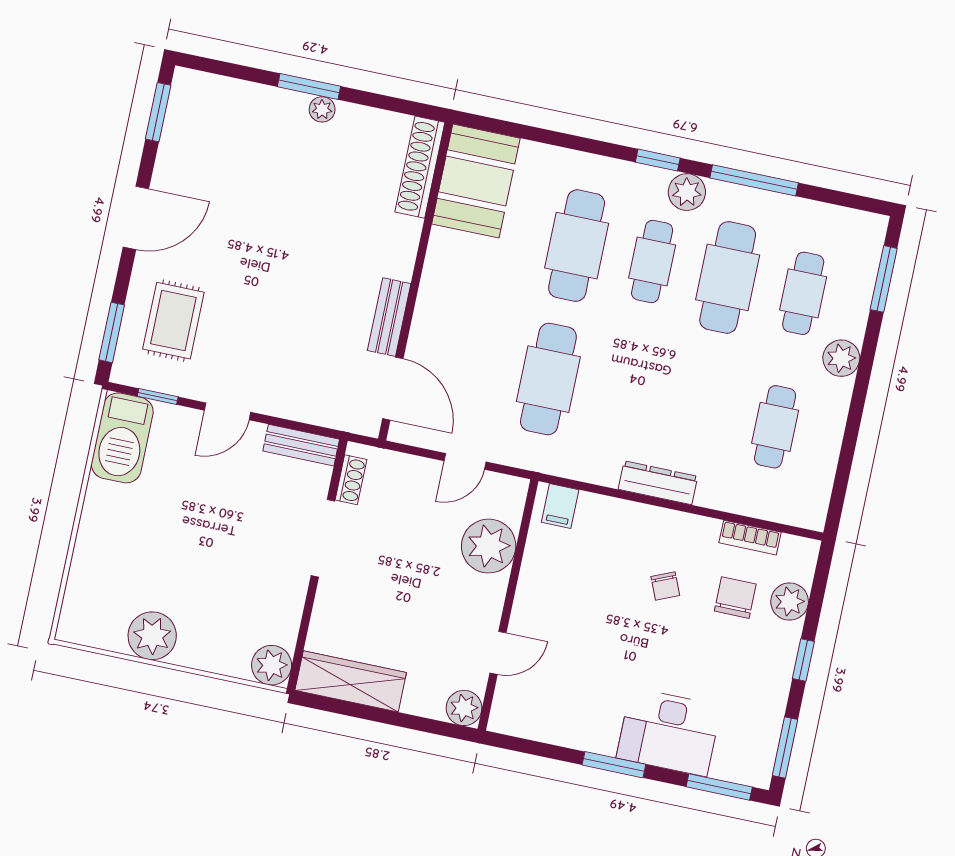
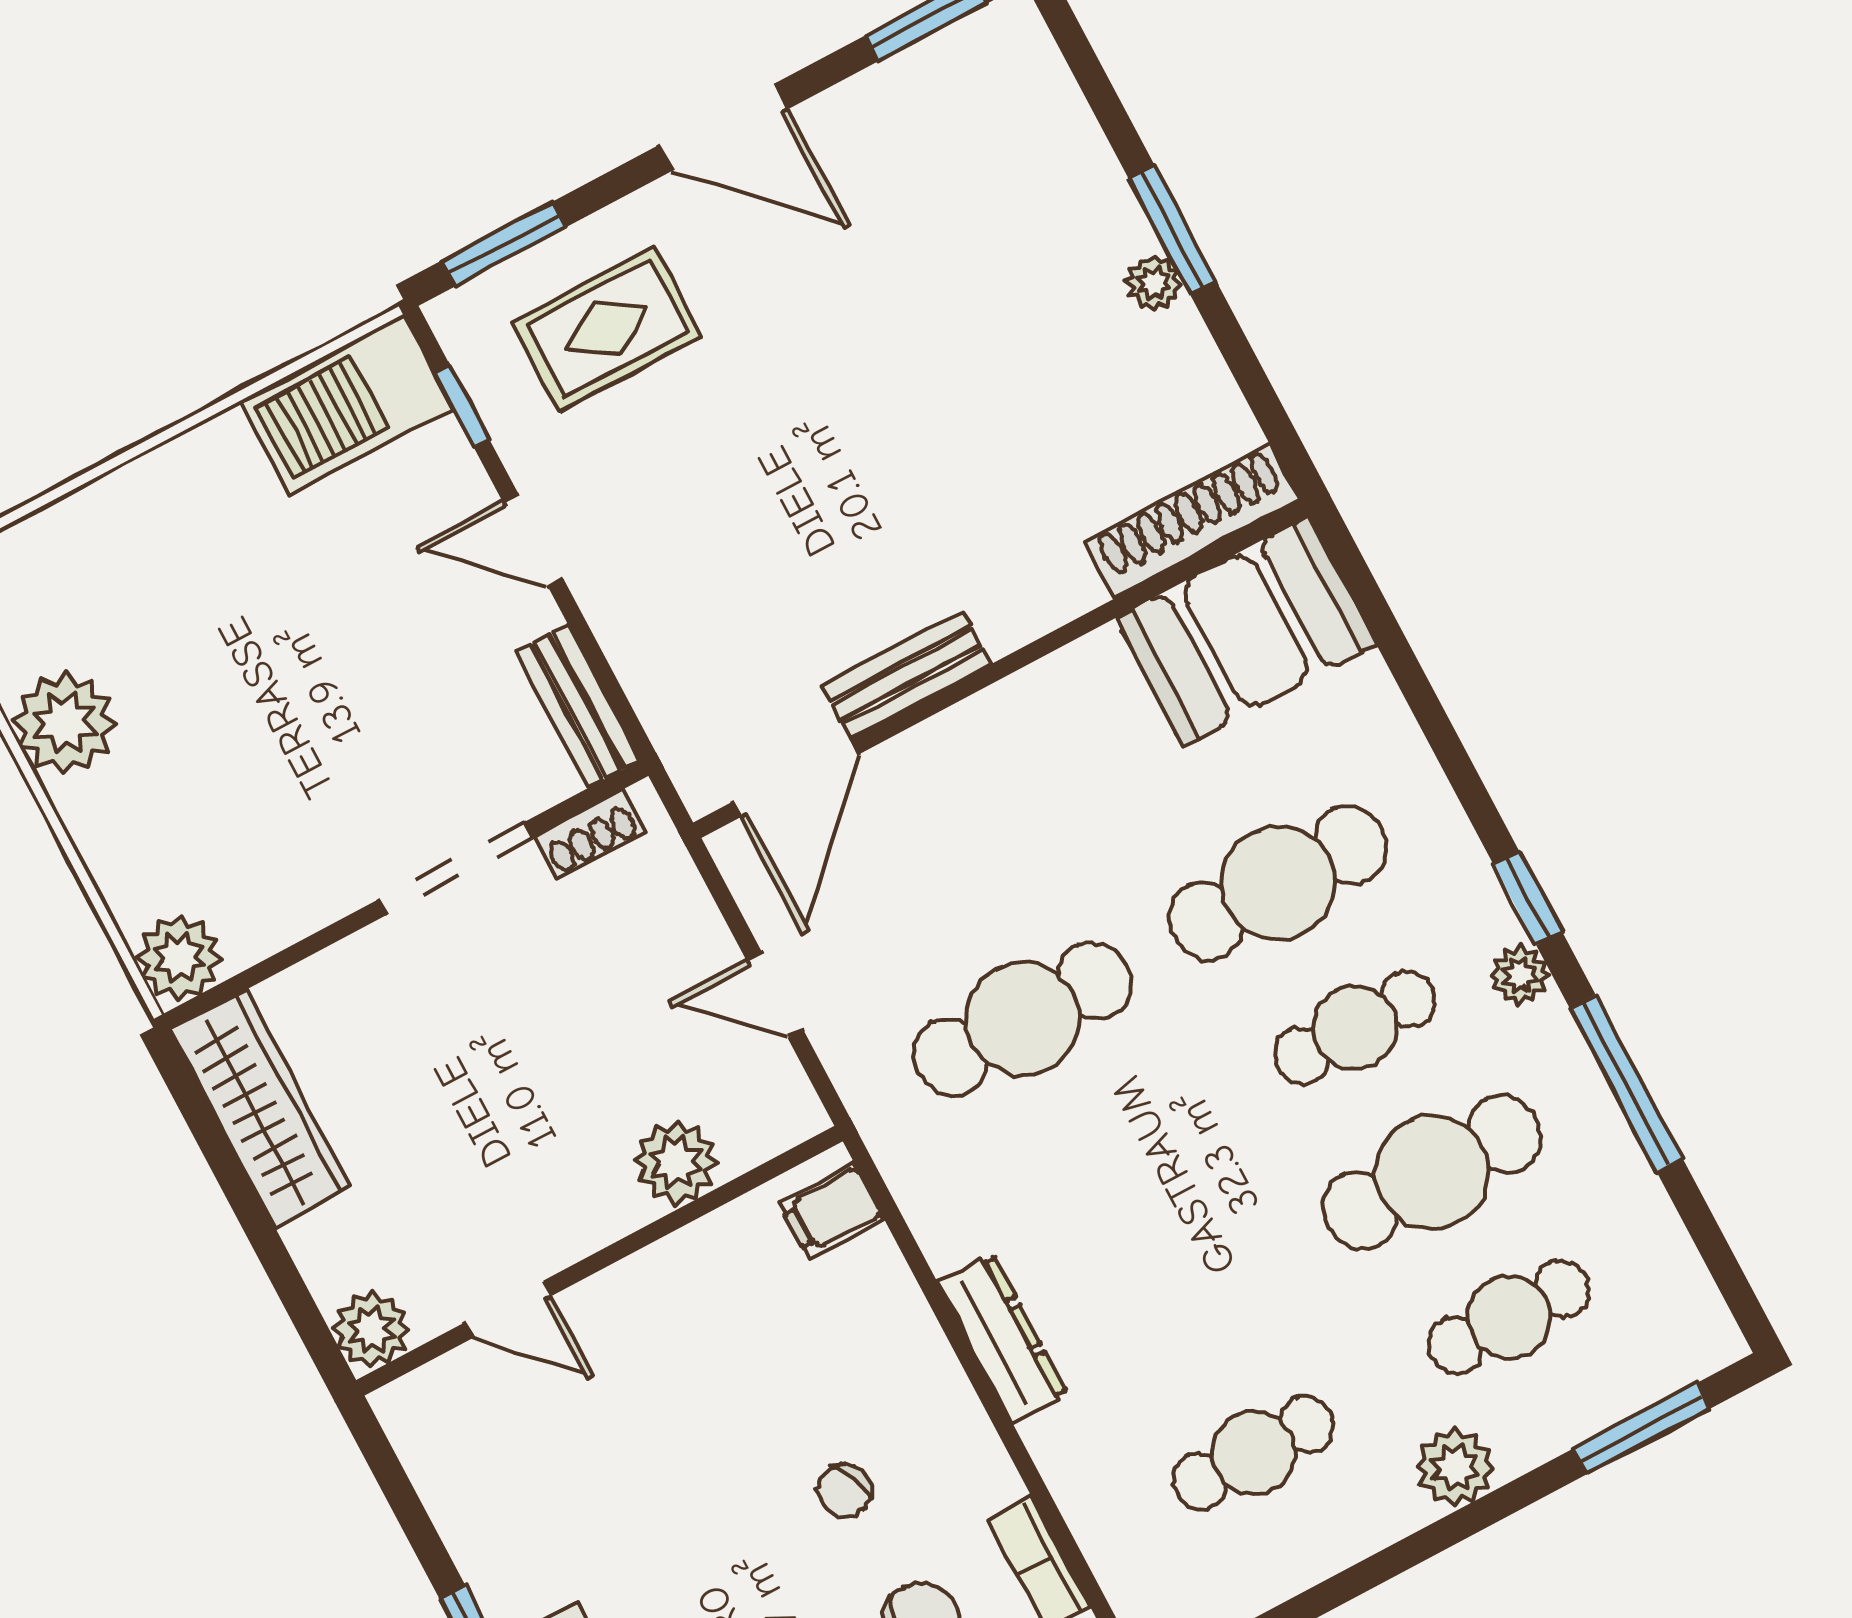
plant: (687, 192) -> (1520, 975), width x0.73, depth x0.73
plant: (489, 546) -> (676, 1162), width x0.73, depth x0.73

